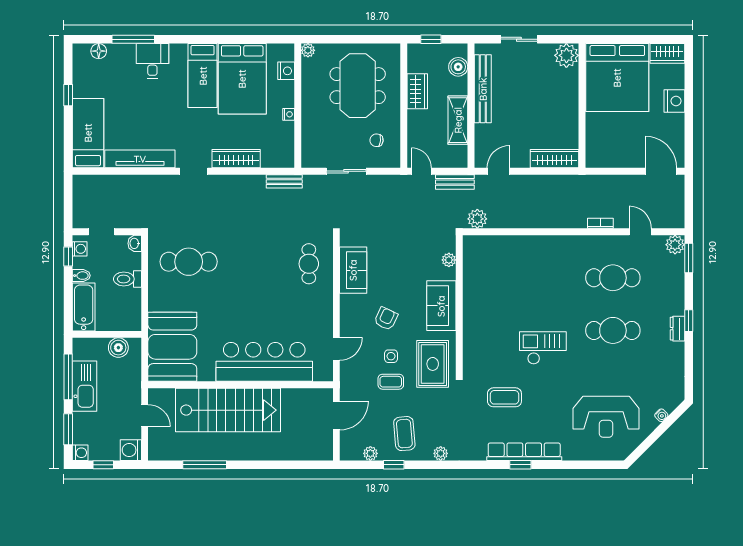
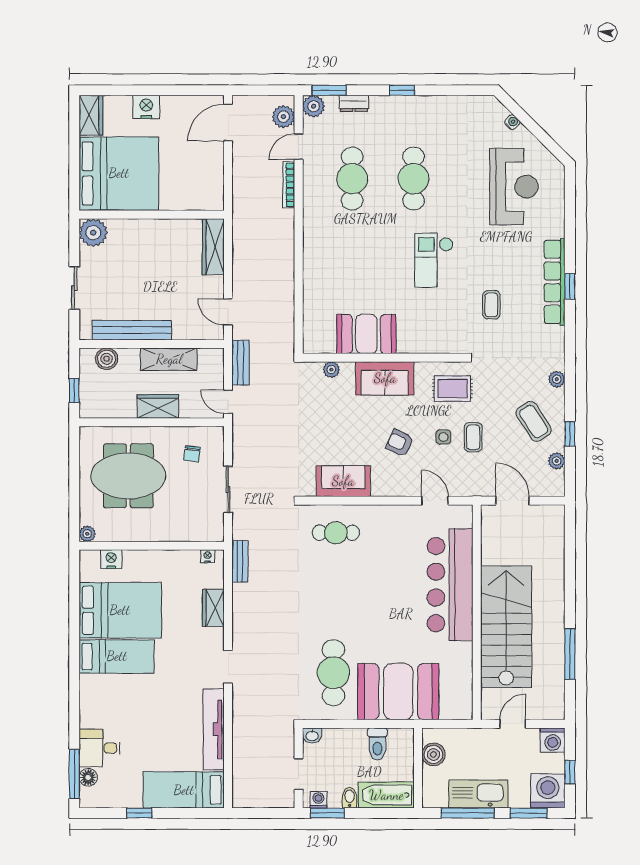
window: (133, 39) -> (74, 774), moved
desk: (152, 61) -> (99, 748), moved
wardrobe: (417, 91) -> (158, 406), moved
nightstand: (289, 114) -> (207, 556), moved
wardrobe: (236, 159) -> (213, 608), width x0.67
door: (421, 171) -> (228, 402), hinge flipped
plant: (477, 219) -> (283, 117), moved
bookcase: (600, 223) -> (289, 185), width x1.56
window: (68, 256) -> (327, 813), width x1.50
toilet: (127, 279) -> (377, 744), moved
booth: (479, 290) -> (366, 334), added
dresser: (677, 329) -> (354, 103), moved
booth: (172, 347) -> (398, 692), moved
rug: (433, 364) -> (452, 389), width x0.73, depth x0.70
coffee table: (504, 397) -> (491, 305), width x0.73, depth x0.77
coffee table: (404, 434) -> (534, 421), turned 62
washing machine: (80, 453) -> (548, 791), width x1.89, depth x1.89

